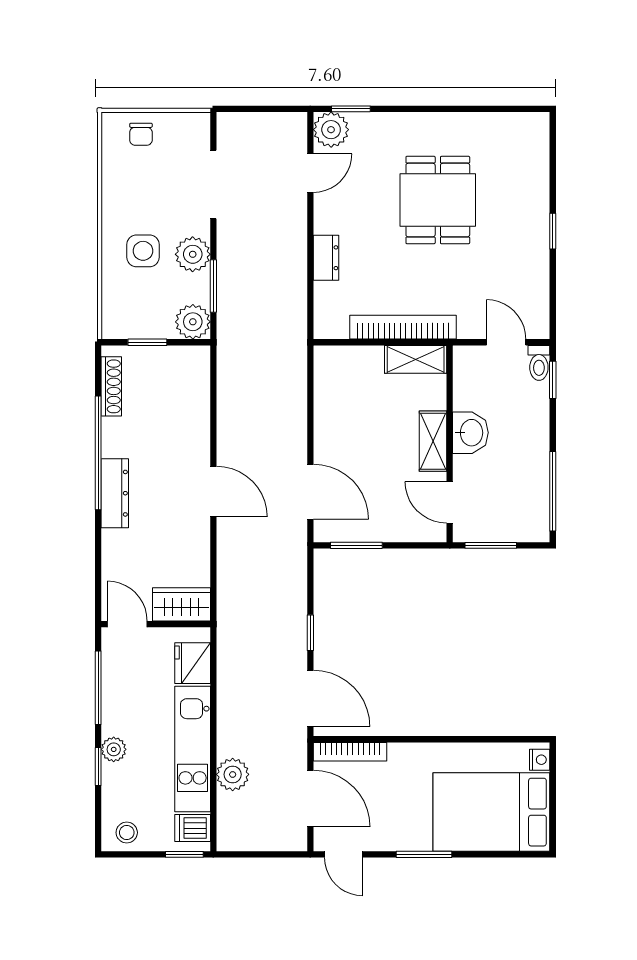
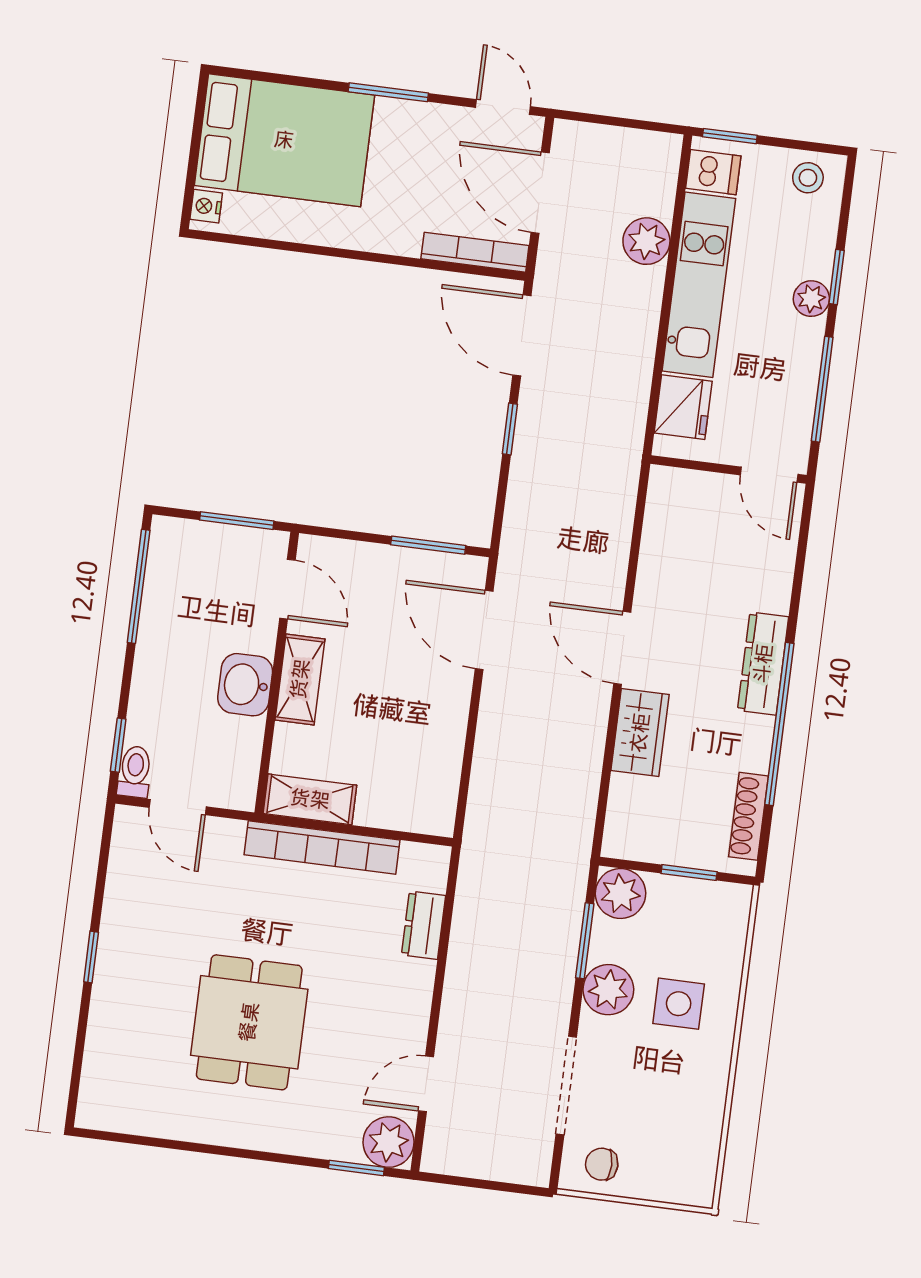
chair: (141, 134) -> (602, 1164), moved, turned -90
dresser: (326, 258) -> (424, 925), moved
wardrobe: (181, 604) -> (640, 733), moved, turned -90

